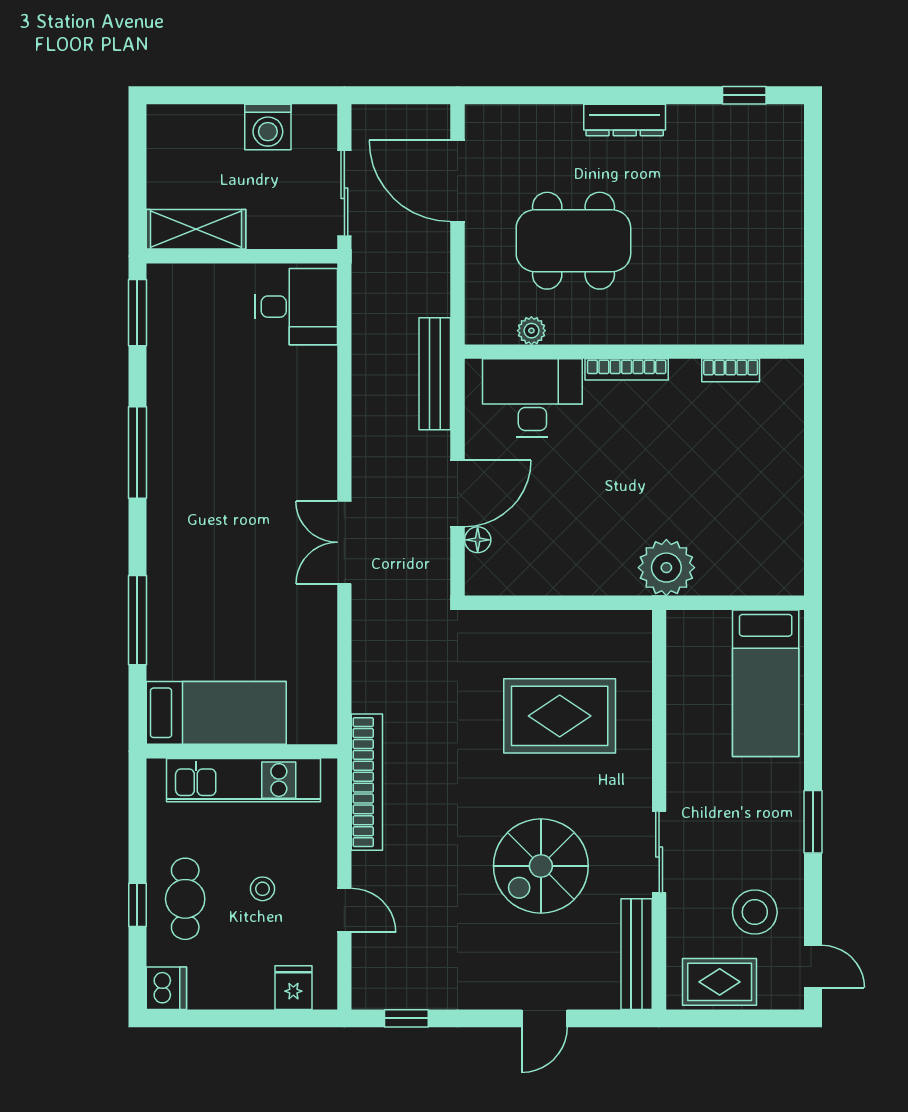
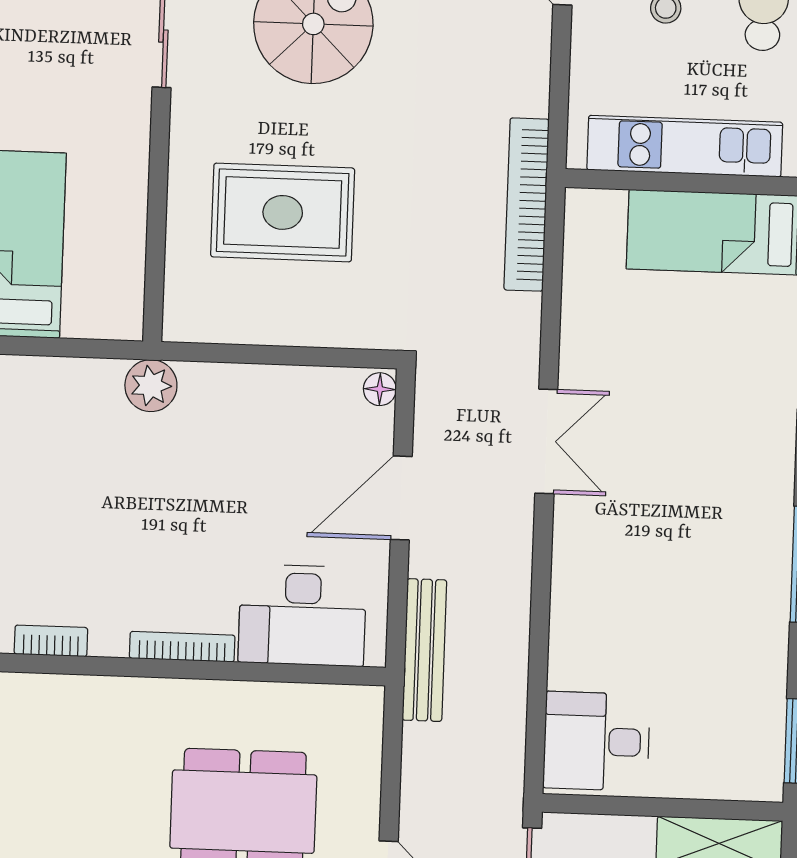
plant: (531, 331) -> (300, 700), removed
floor lamp: (478, 540) -> (380, 389), moved
plant: (666, 568) -> (151, 386), width x0.73, depth x0.73
bookcase: (367, 782) -> (527, 205), moved

